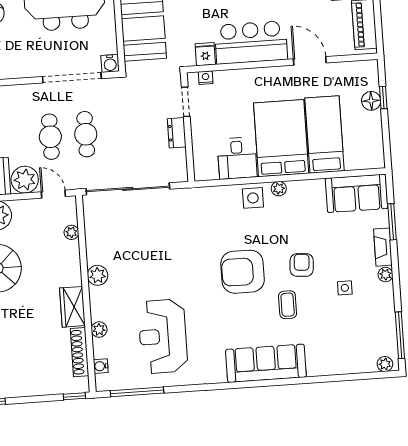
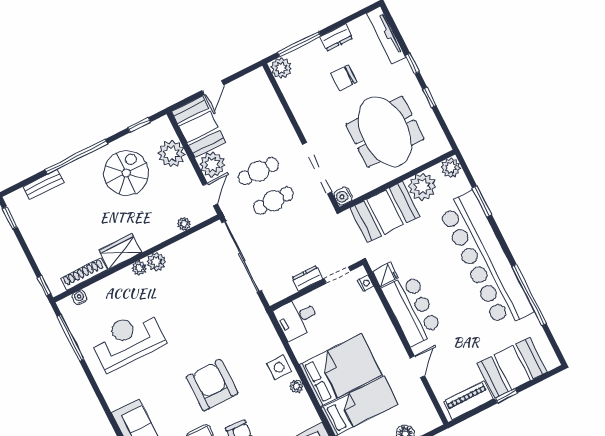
door: (310, 61) -> (417, 367), width x0.73
desk: (237, 158) -> (297, 318), moved
plant: (99, 330) -> (139, 268), moved

